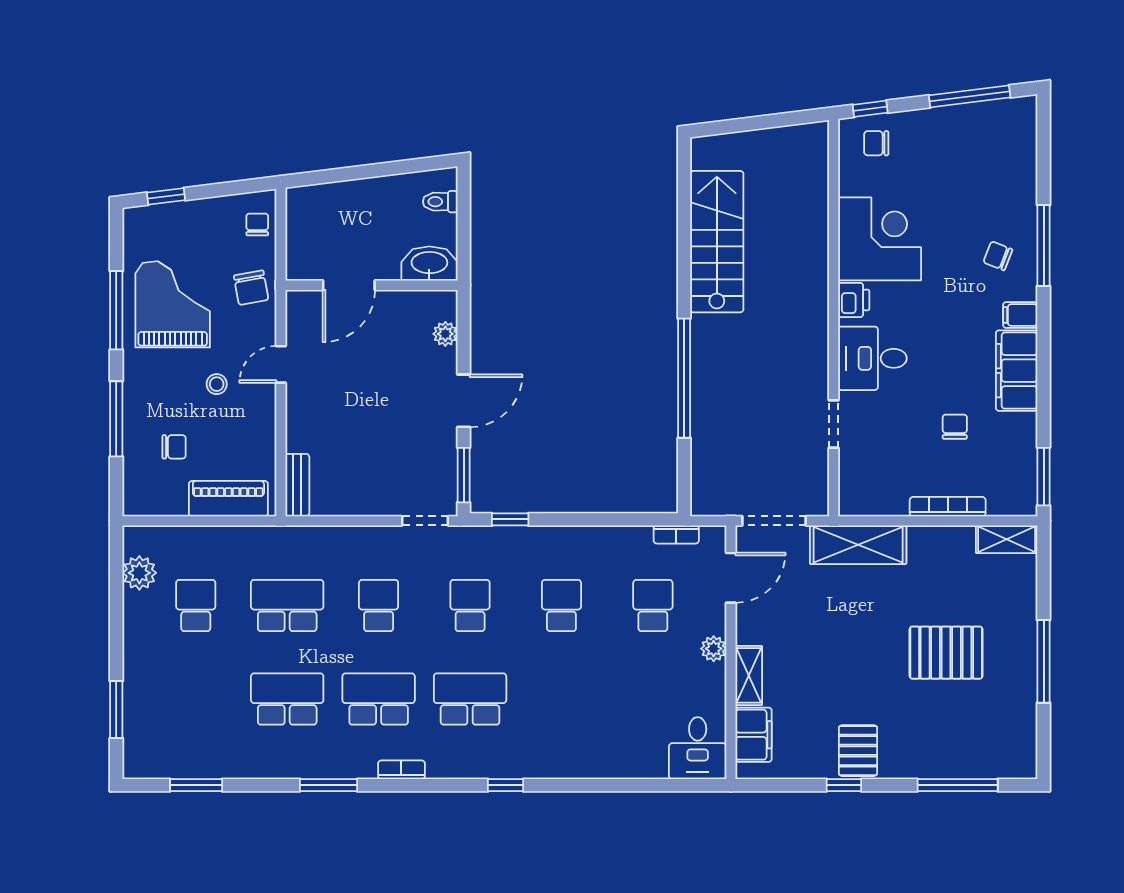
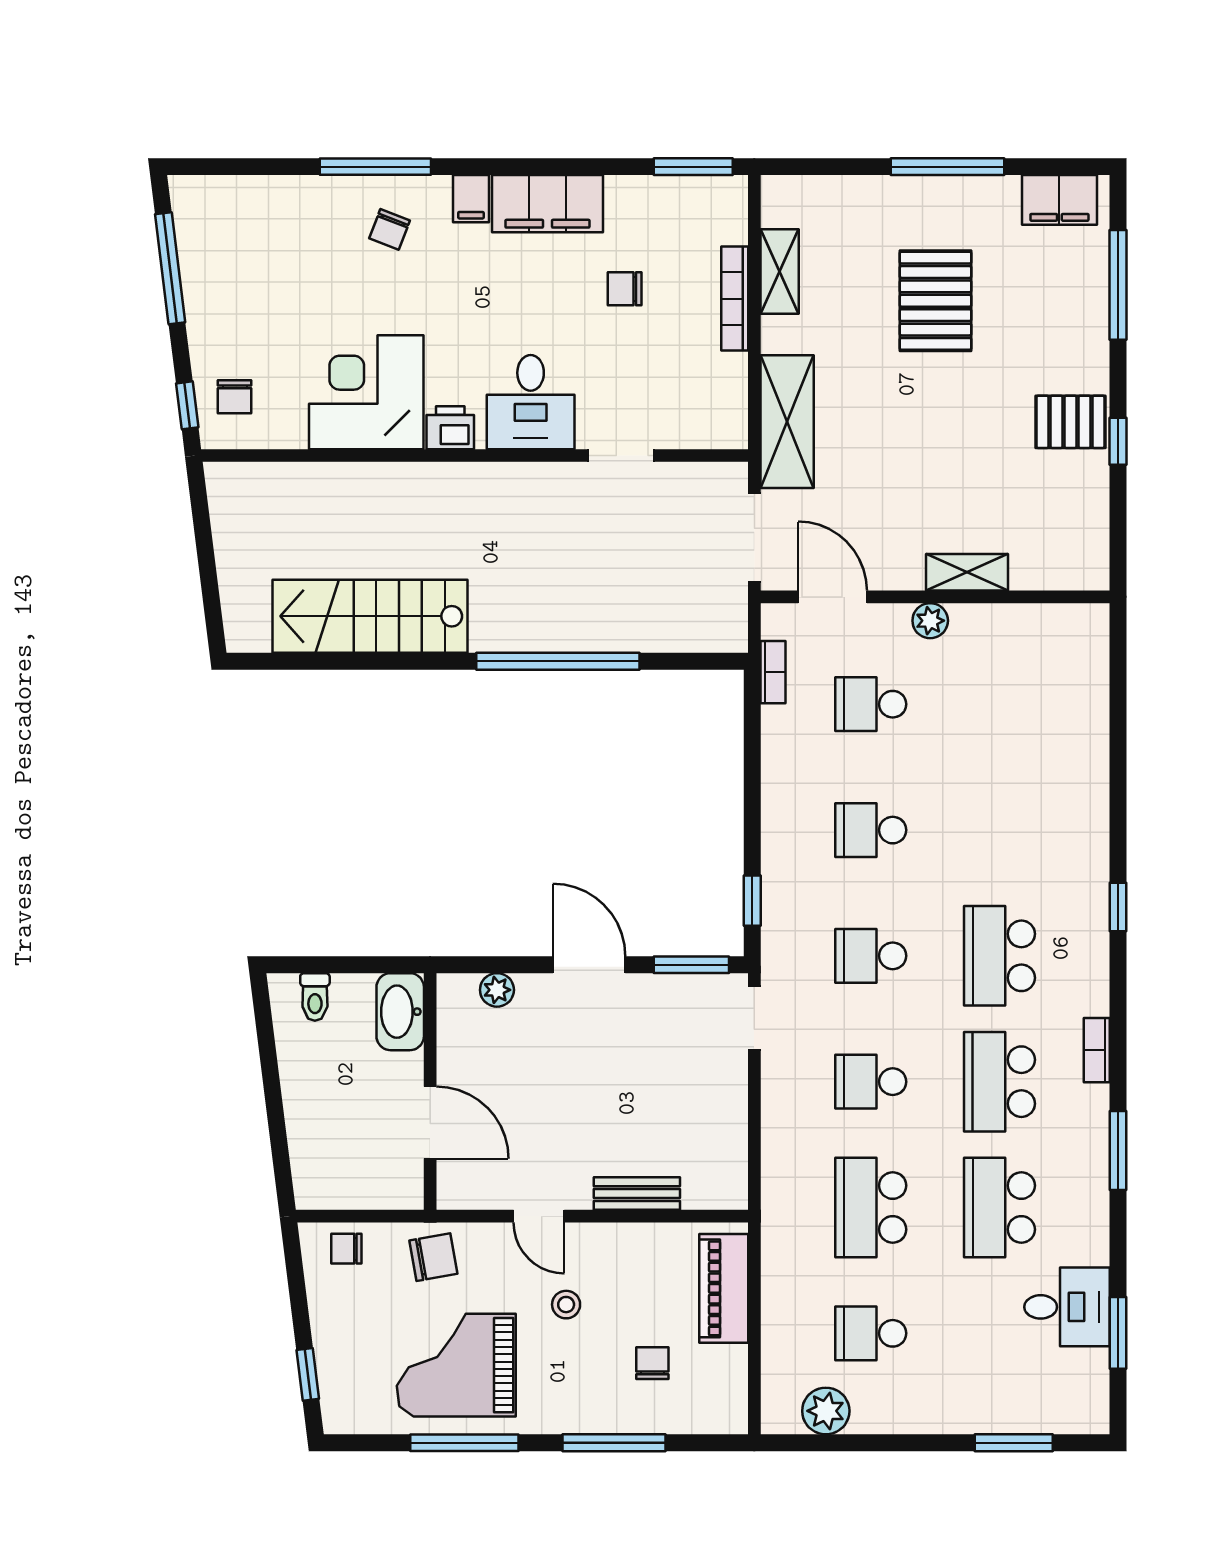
bench: (297, 485) -> (637, 1194), moved
shelving: (1007, 539) -> (780, 272), moved
filing cabinet: (754, 735) -> (1059, 200), moved, turned 180
desk: (698, 748) -> (1067, 1307), moved

